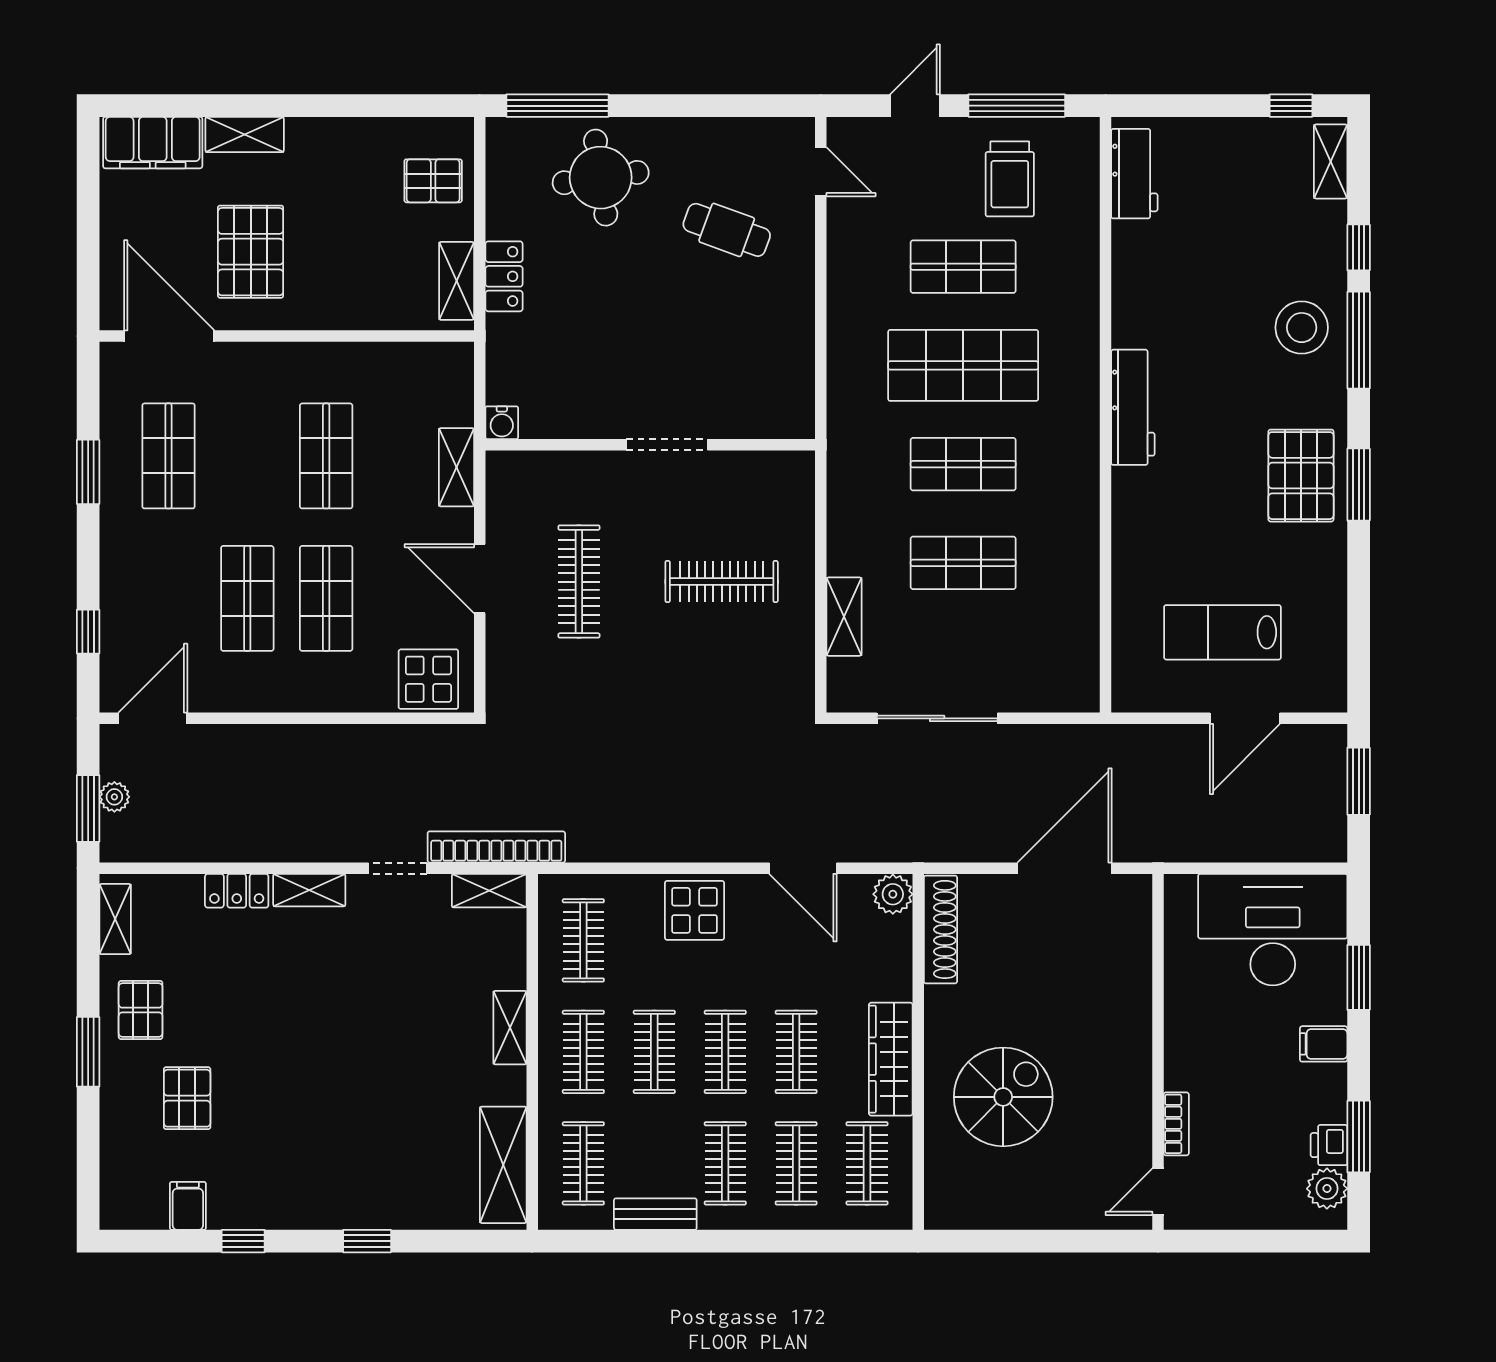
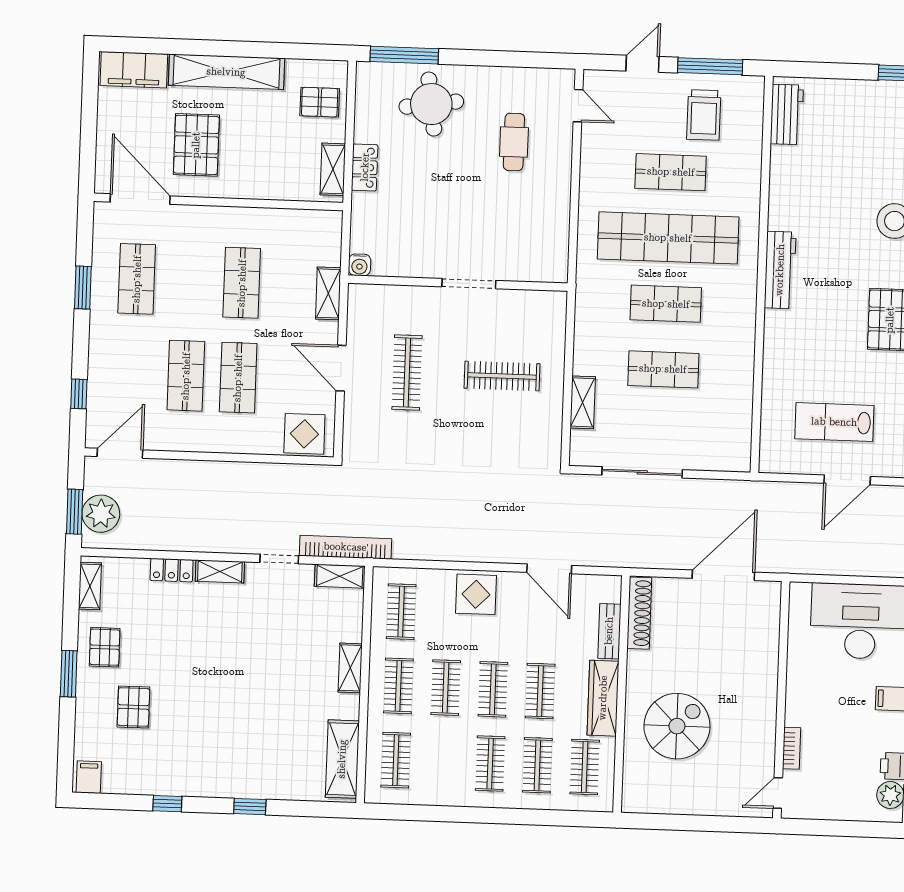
shelving: (245, 135) -> (226, 72), width x2.20, depth x1.33
cafe table: (727, 230) -> (514, 142), turned 70
shop shelf: (963, 365) -> (668, 238), width x1.40
plant: (114, 797) -> (101, 514), width x1.87, depth x1.87
plant: (893, 894) -> (608, 588), removed
filing cabinet: (188, 1206) -> (89, 777), moved
bench: (655, 1214) -> (609, 631), moved, turned 90

